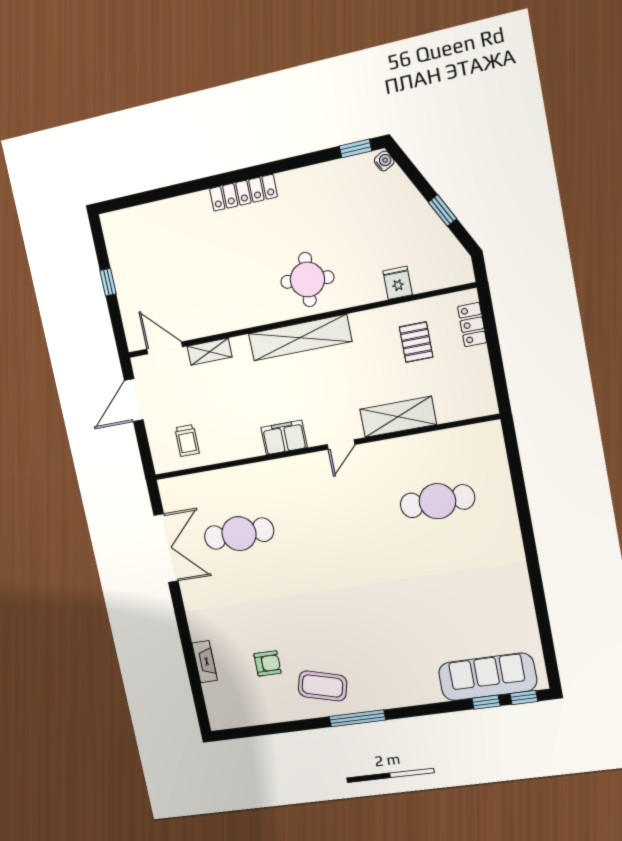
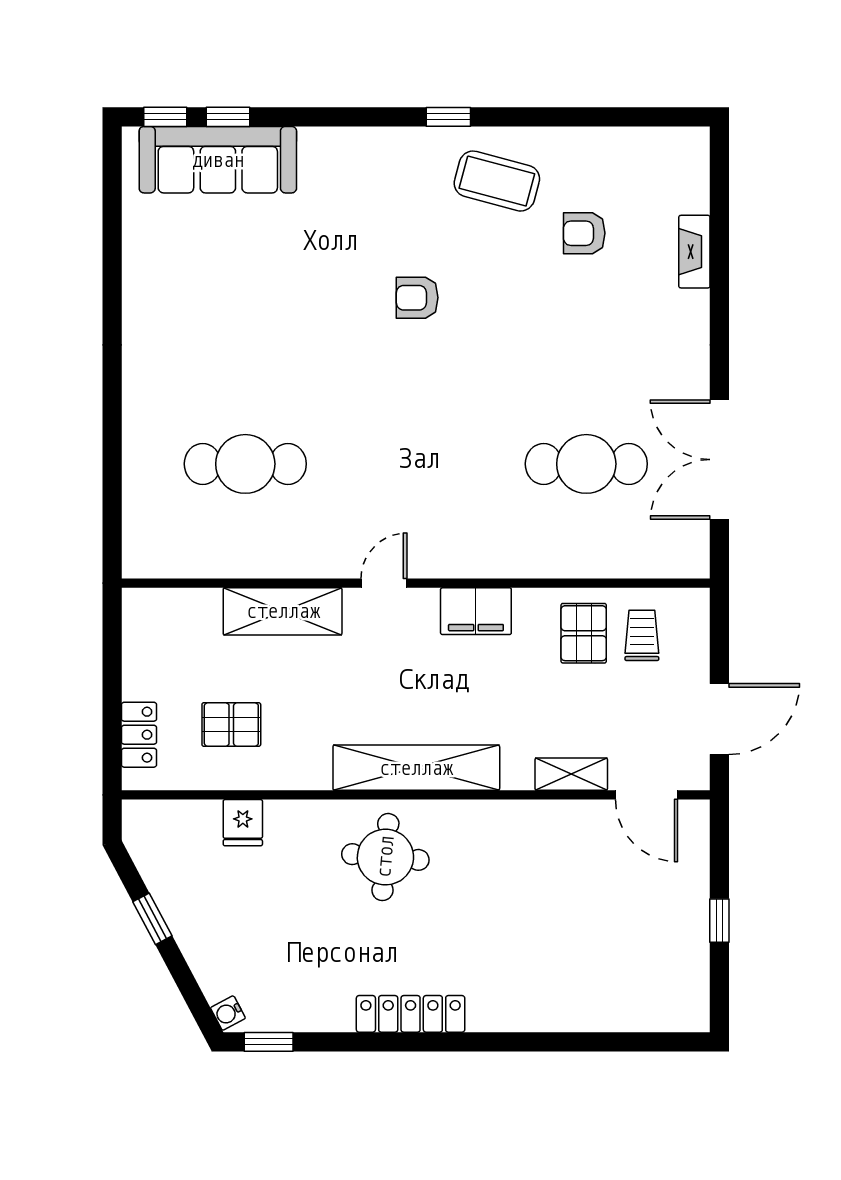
locker: (243, 193) -> (411, 1014), moved
pallet: (416, 342) -> (231, 725), turned 90
pallet: (220, 436) -> (584, 633), added
armchair: (355, 614) -> (417, 298), added
window: (357, 718) -> (448, 117), width x0.46

